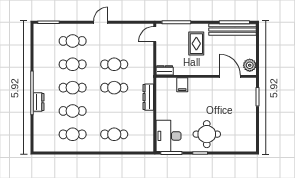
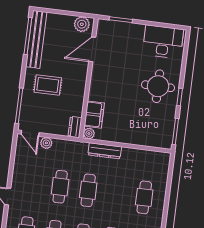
plant: (149, 48) -> (46, 143), added
plant: (161, 82) -> (89, 133), added
filing cabinet: (182, 85) -> (94, 115), width x2.00
desk: (169, 136) -> (163, 42), moved, turned 180

